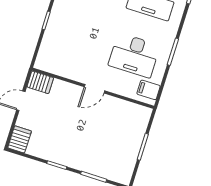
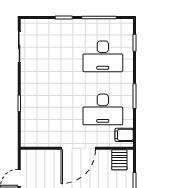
server rack: (40, 82) -> (119, 160), moved, turned 90
door: (94, 89) -> (78, 148), width x1.87

